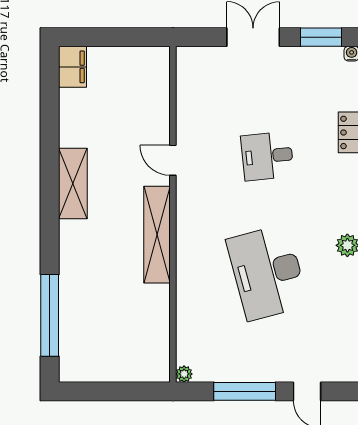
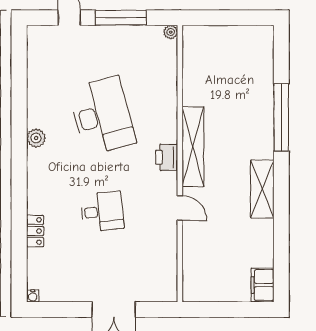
window: (321, 37) -> (58, 309), removed
printer: (189, 222) -> (167, 157), added
window: (50, 315) -> (281, 117), moved

